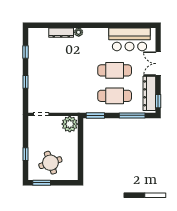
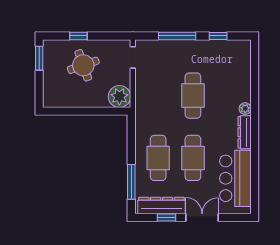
dresser: (61, 33) -> (245, 132), moved
cafe table: (69, 70) -> (193, 96), added
window: (25, 82) -> (177, 36), width x2.17
window: (158, 101) -> (167, 218), moved
window: (95, 115) -> (131, 131), removed
round table: (50, 163) -> (83, 65), moved

